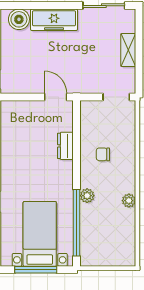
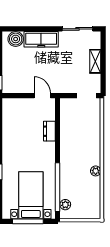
chair: (103, 154) -> (77, 137), removed
plant: (87, 196) -> (65, 205), moved

